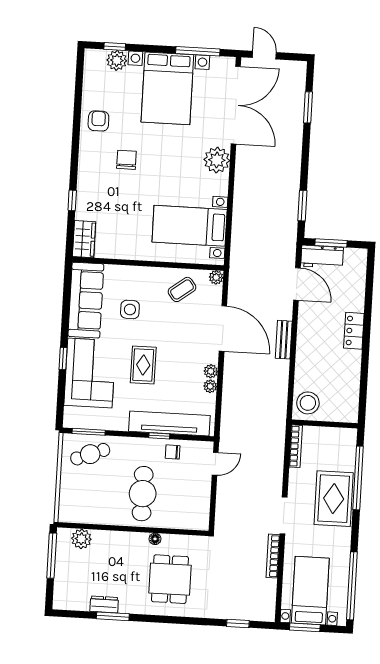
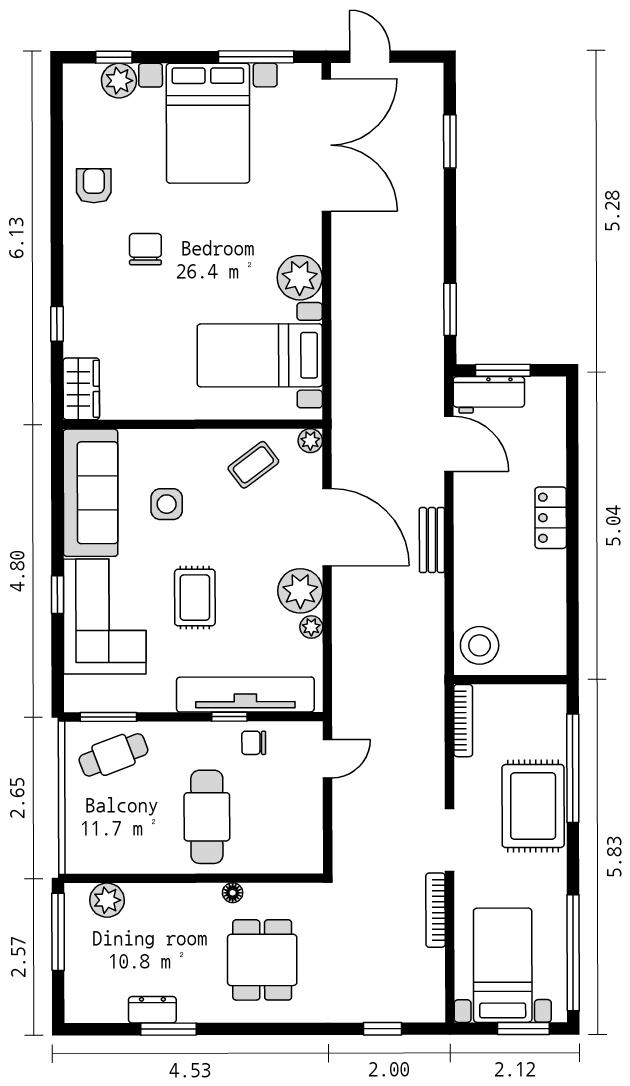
plant: (217, 160) -> (300, 278), moved
plant: (211, 371) -> (300, 591), width x1.88, depth x1.88
window: (305, 627) -> (523, 1029), moved

